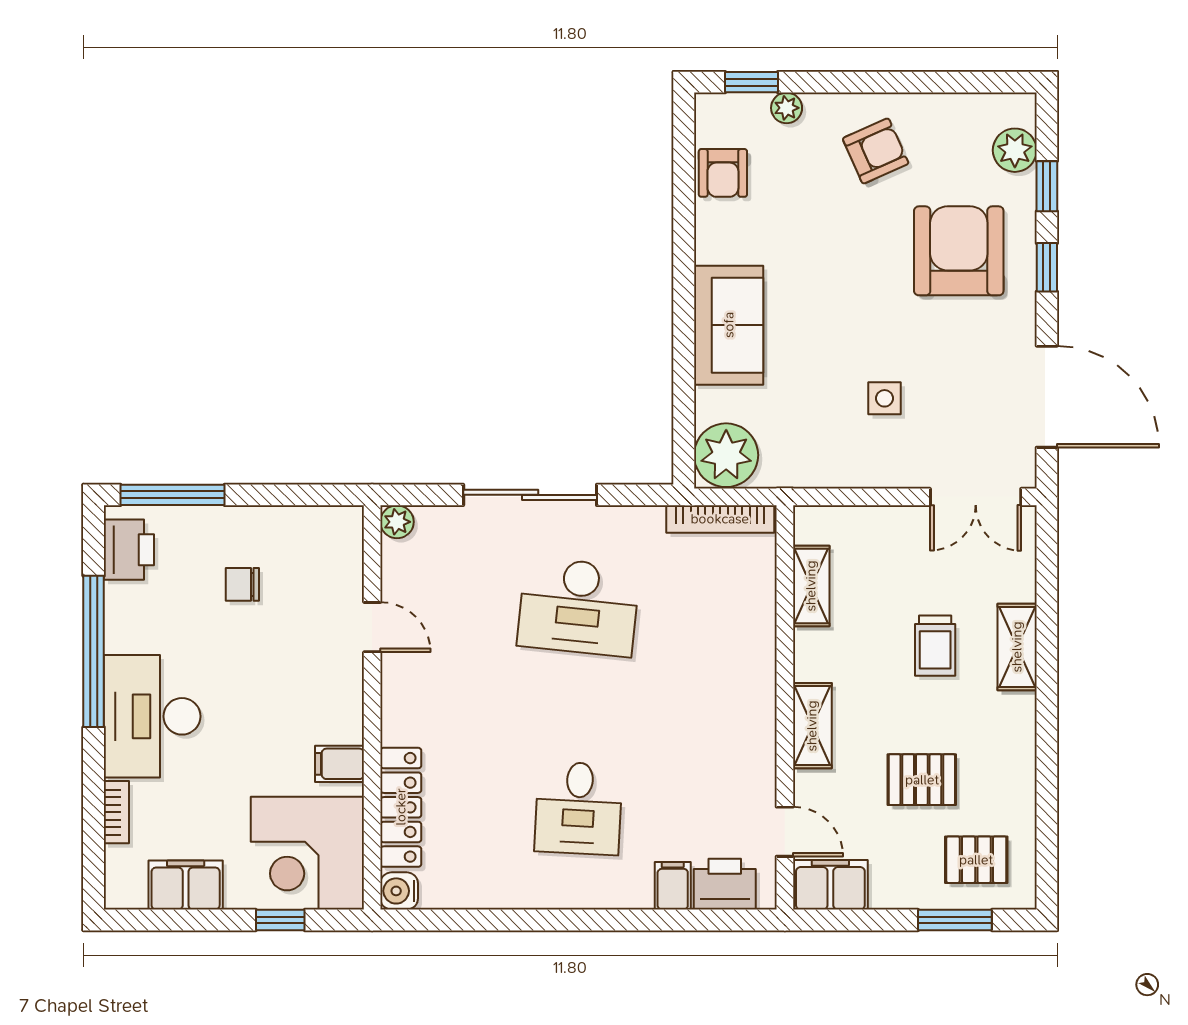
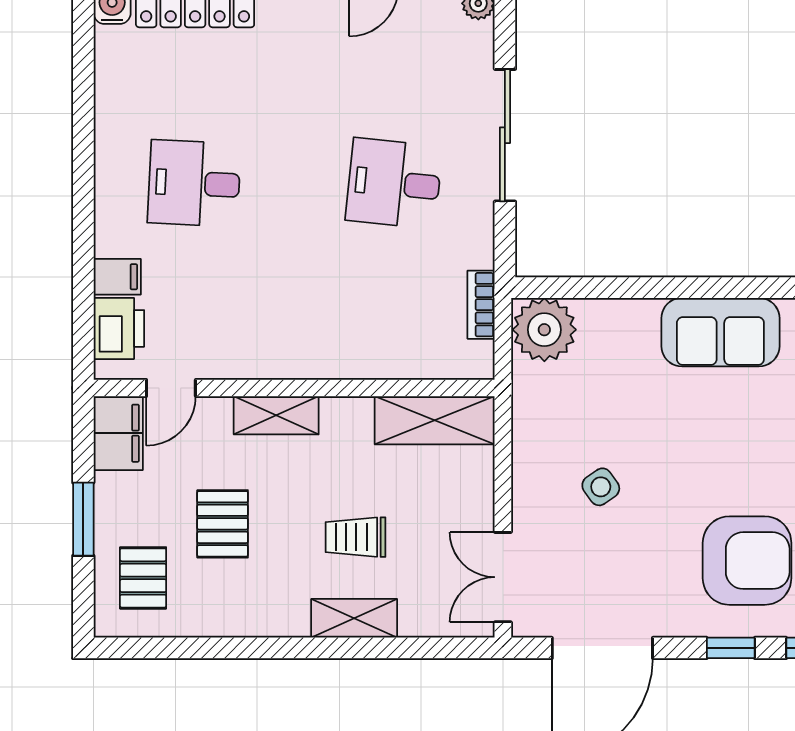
sofa: (729, 325) -> (720, 332), moved
side table: (885, 398) -> (601, 487), turned -35
bookcase: (720, 519) -> (481, 305), width x0.64
shelving: (811, 586) -> (435, 420), width x1.50, depth x1.33
desk: (579, 607) -> (394, 183), width x0.73
window: (955, 920) -> (83, 519), moved

